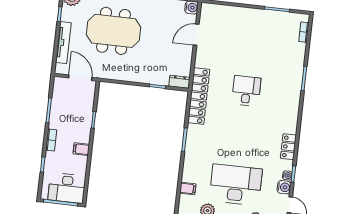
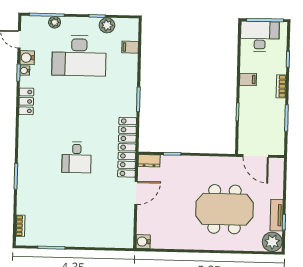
door: (196, 35) -> (136, 193), moved
tv unit: (63, 43) -> (277, 215), moved, width x0.71

